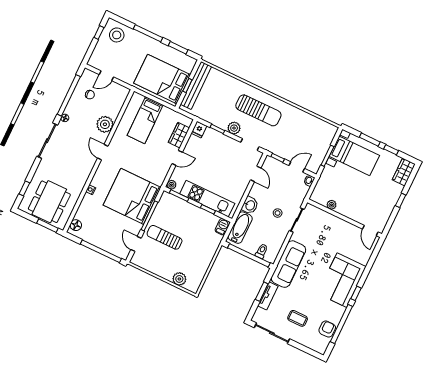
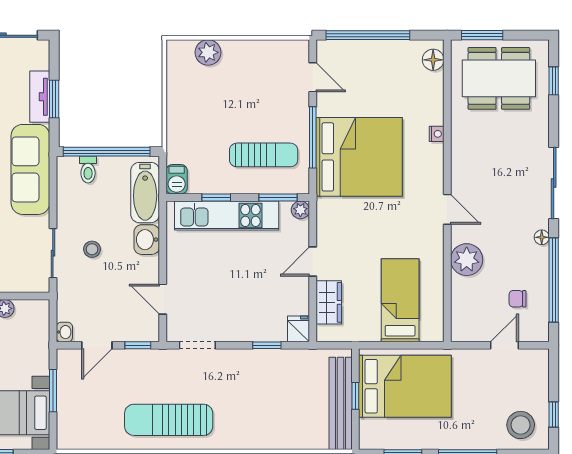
sun lounger: (258, 110) -> (169, 420), moved
plant: (234, 128) -> (239, 361), removed
dining table: (49, 202) -> (499, 78), turned 90
sun lounger: (165, 237) -> (264, 155), moved

